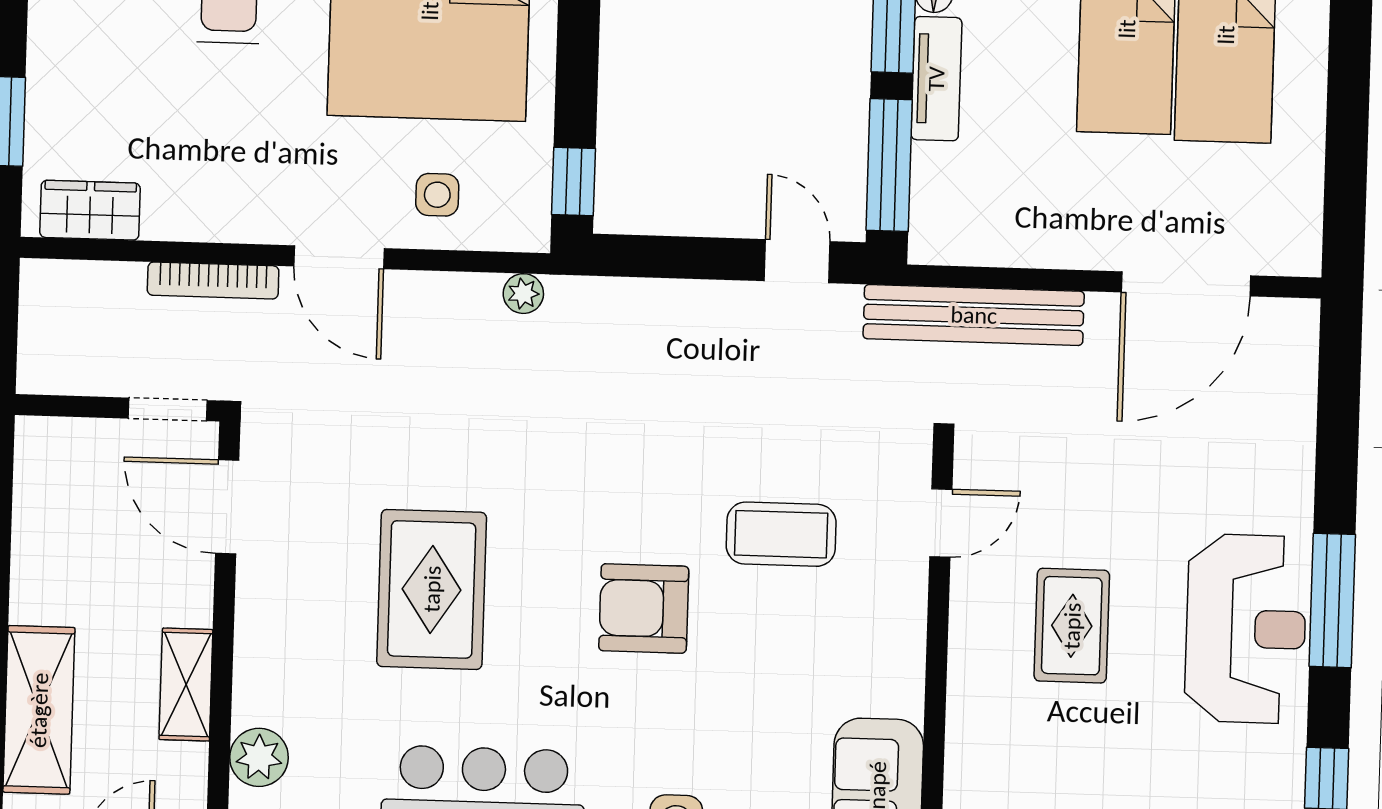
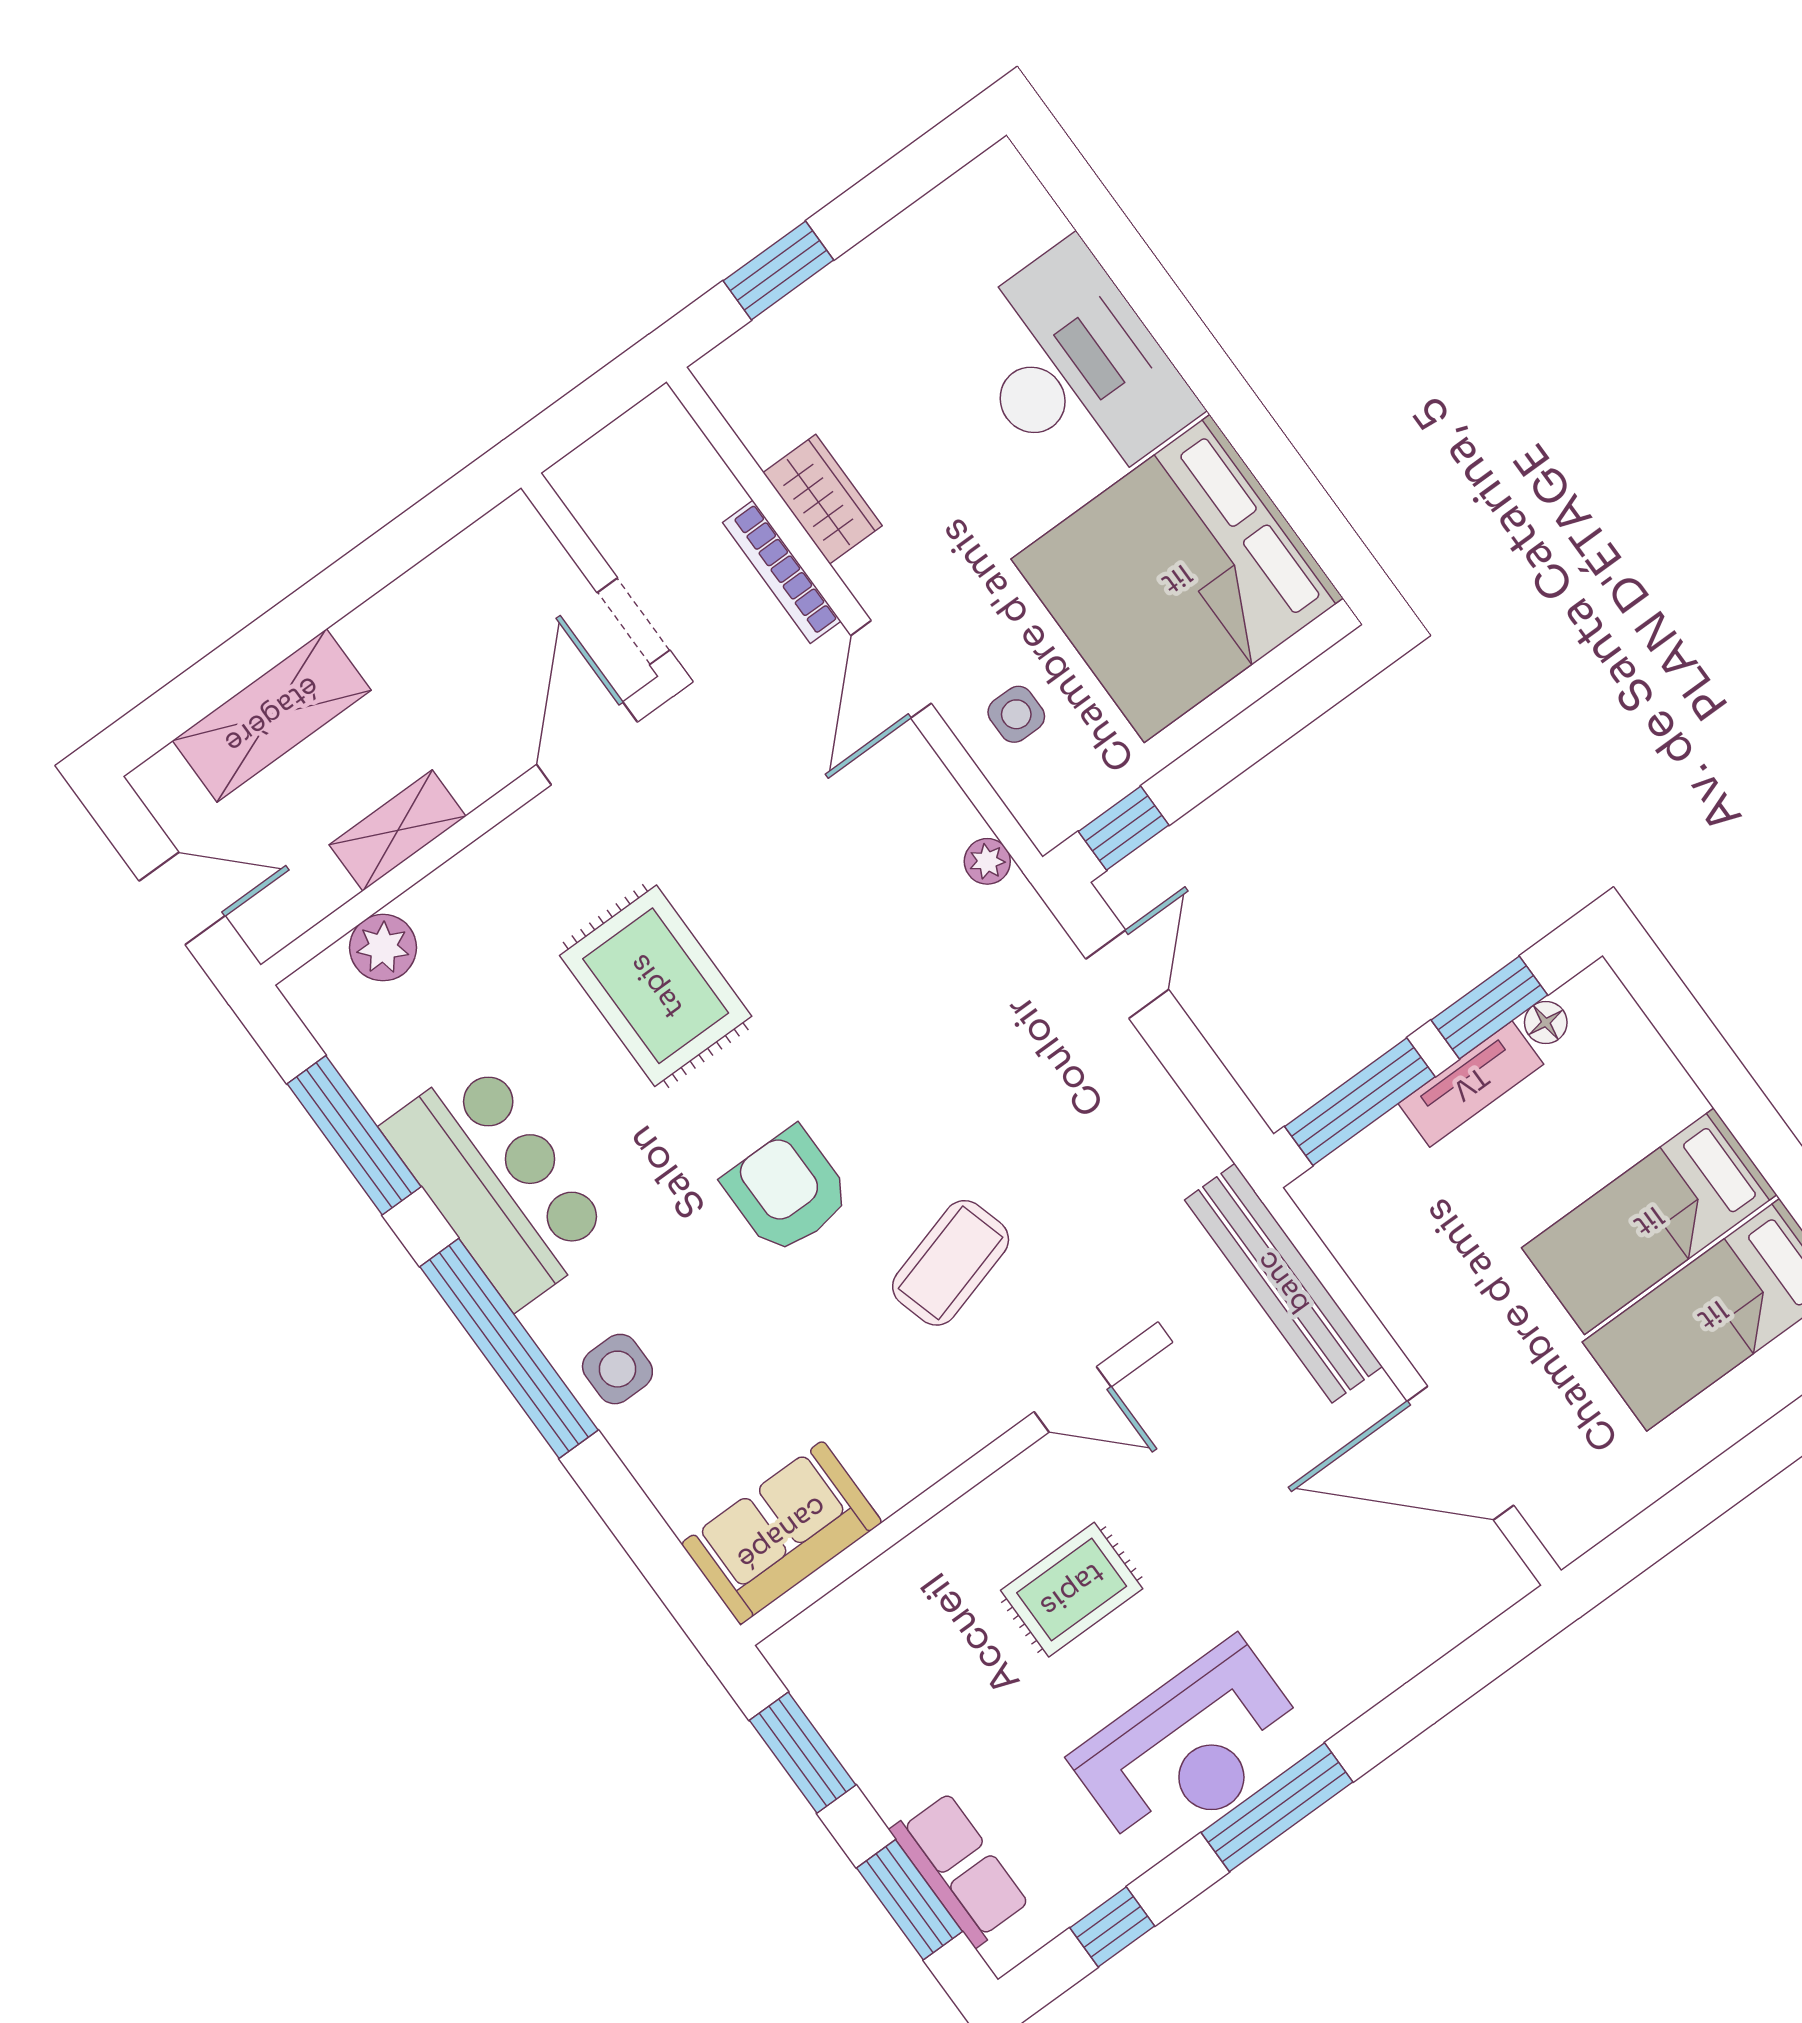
wardrobe: (90, 210) -> (823, 499), moved
door: (797, 261) -> (1127, 974), moved
coffee table: (781, 534) -> (951, 1263), turned 74
rug: (432, 589) -> (656, 986), turned 90

